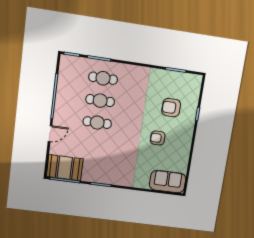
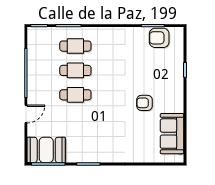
armchair: (171, 108) -> (159, 38), moved
sofa: (168, 182) -> (172, 134), moved, turned -90

